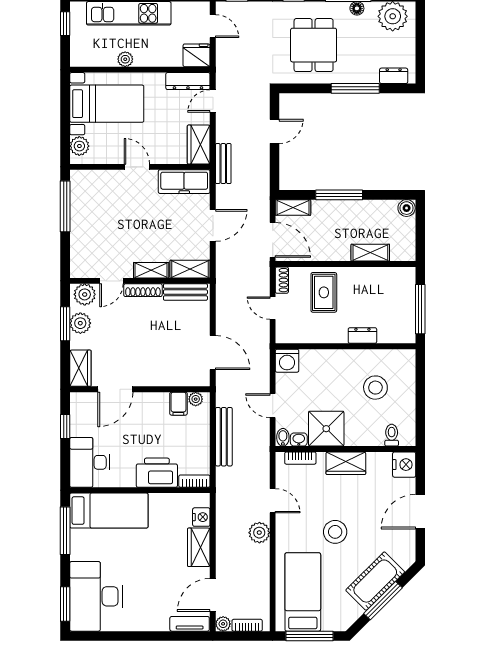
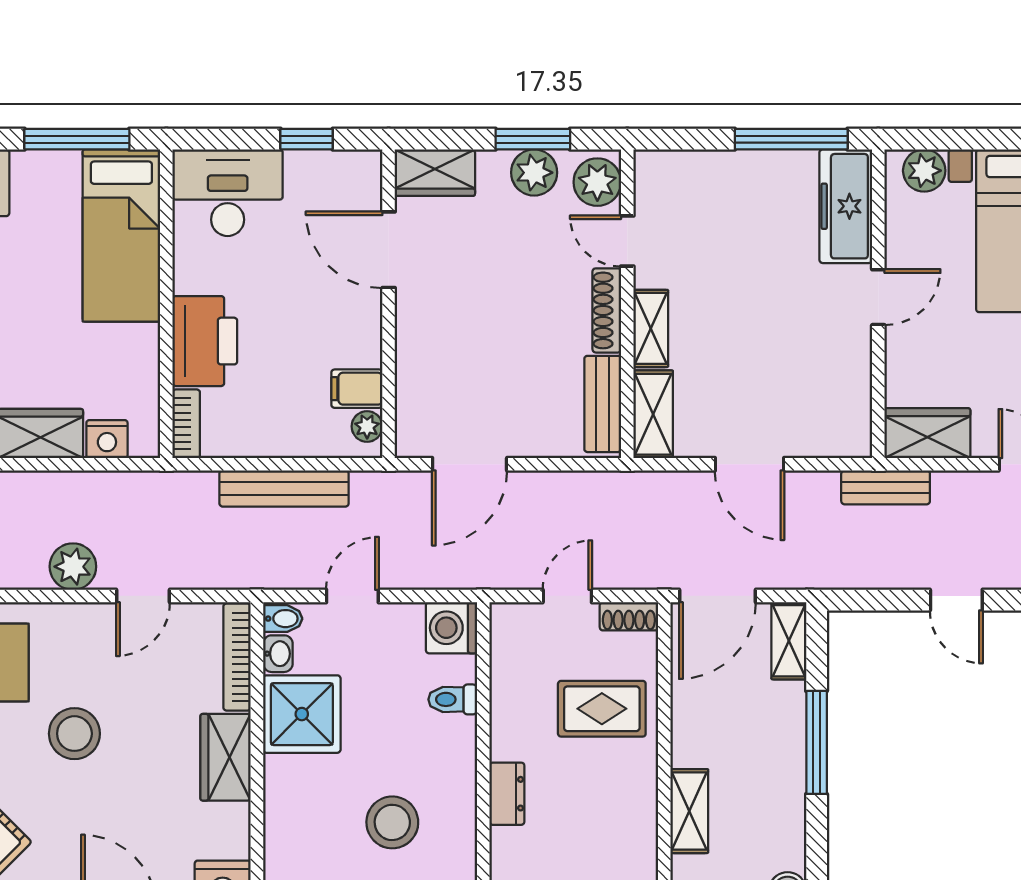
freezer: (184, 182) -> (846, 206), moved
toilet: (392, 435) -> (453, 699), moved, turned 180
bookcase: (300, 458) -> (237, 657), width x1.56

